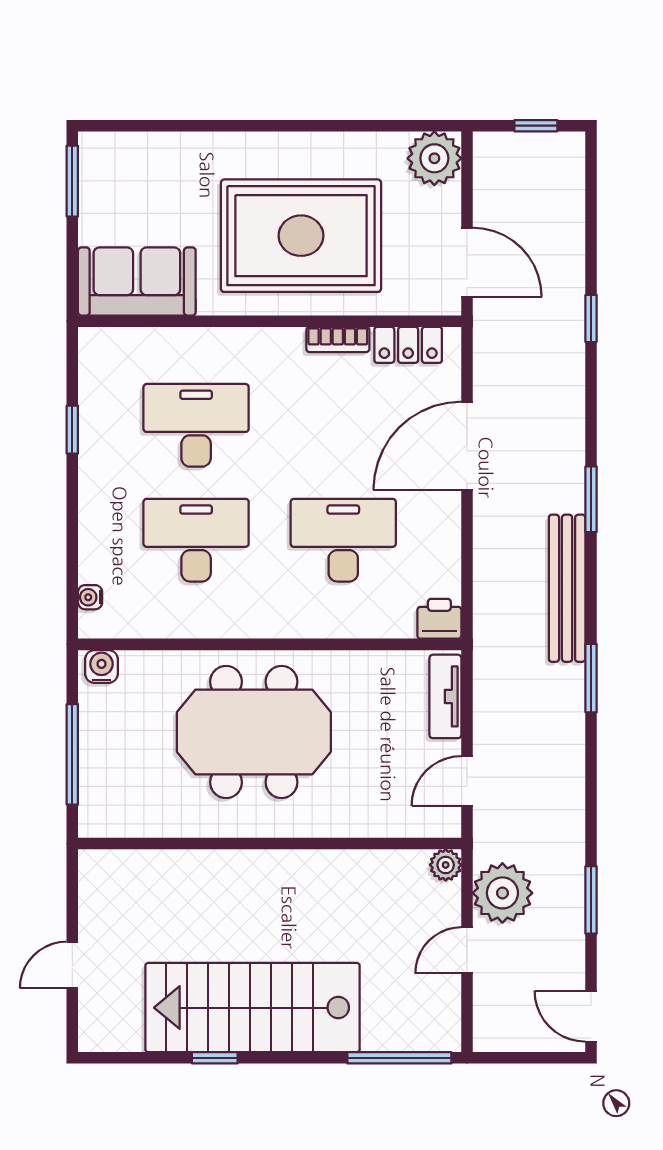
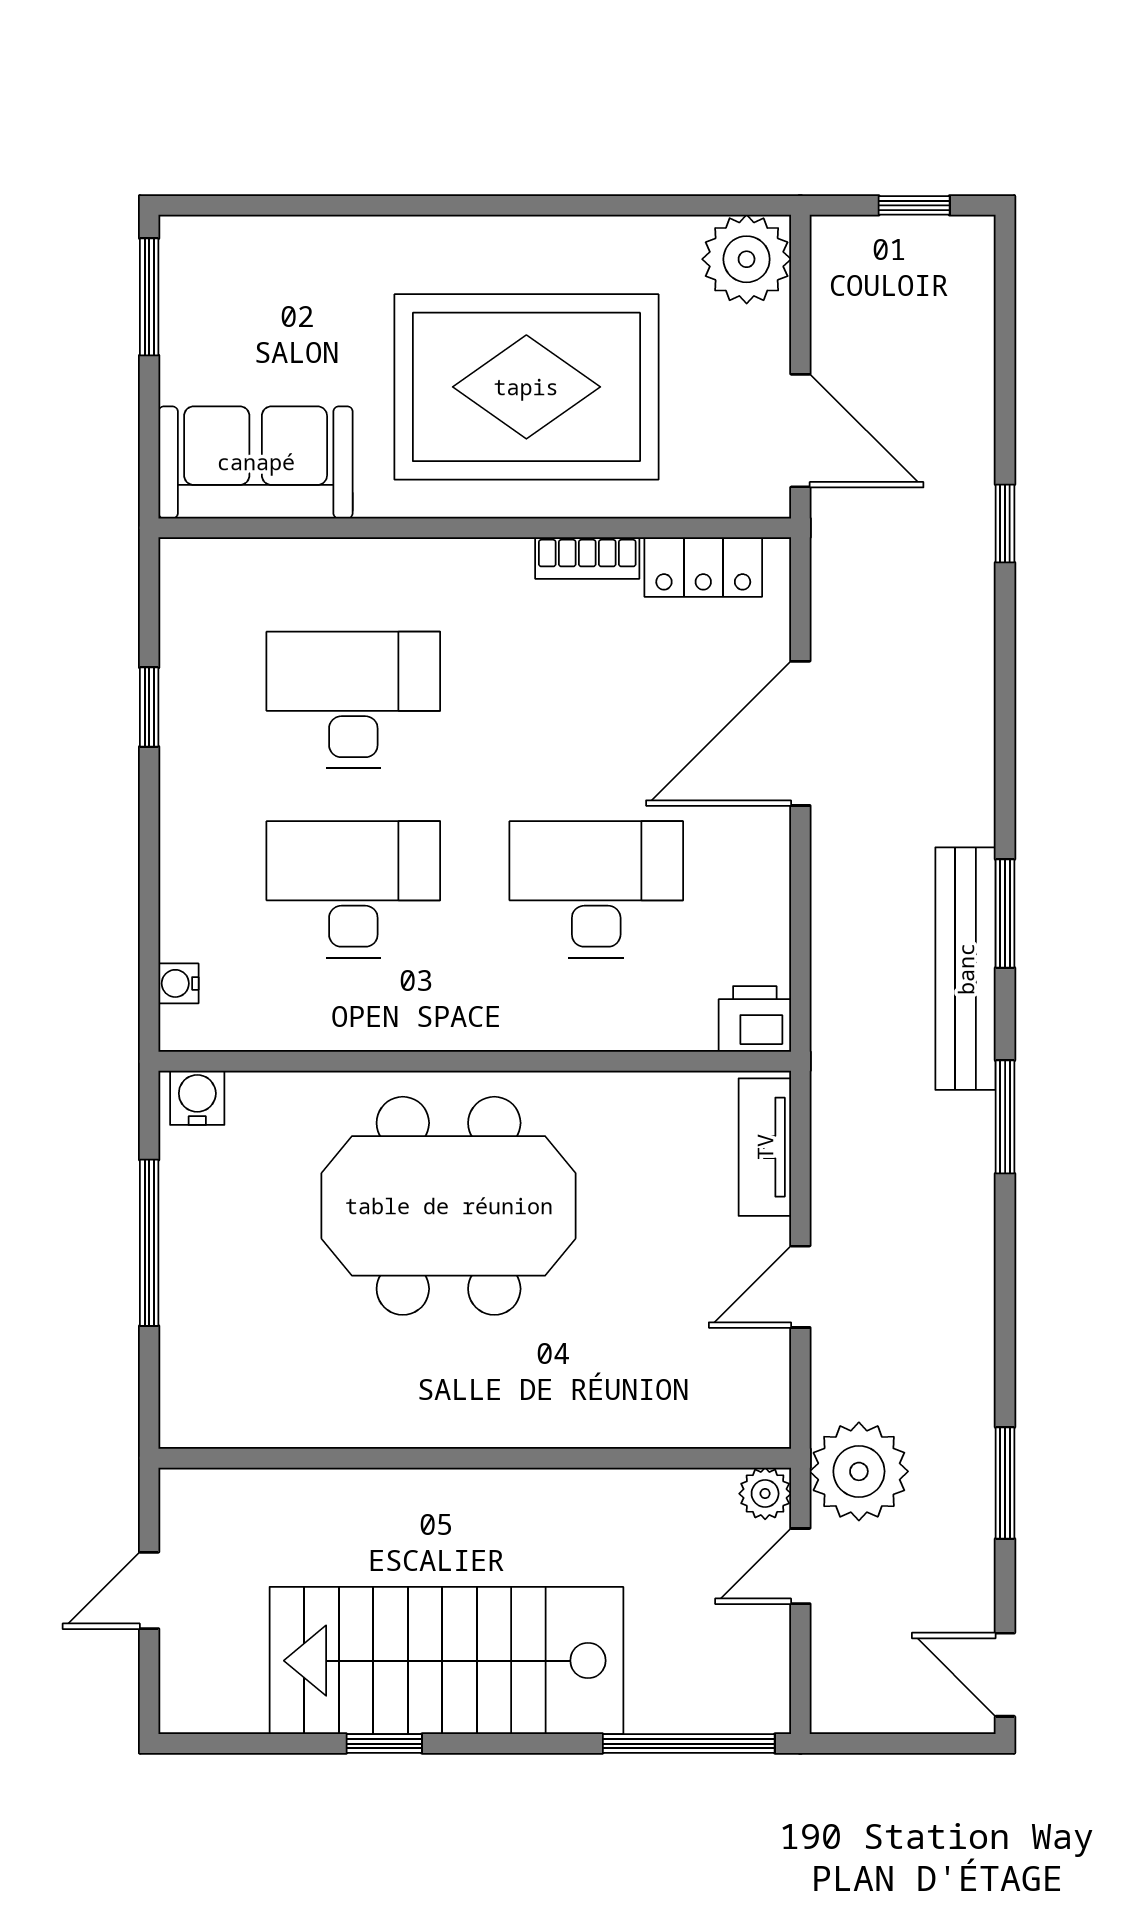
window: (591, 499) -> (1005, 914), moved
wall: (270, 844) -> (475, 1458), moved
plant: (446, 865) -> (765, 1494), moved

